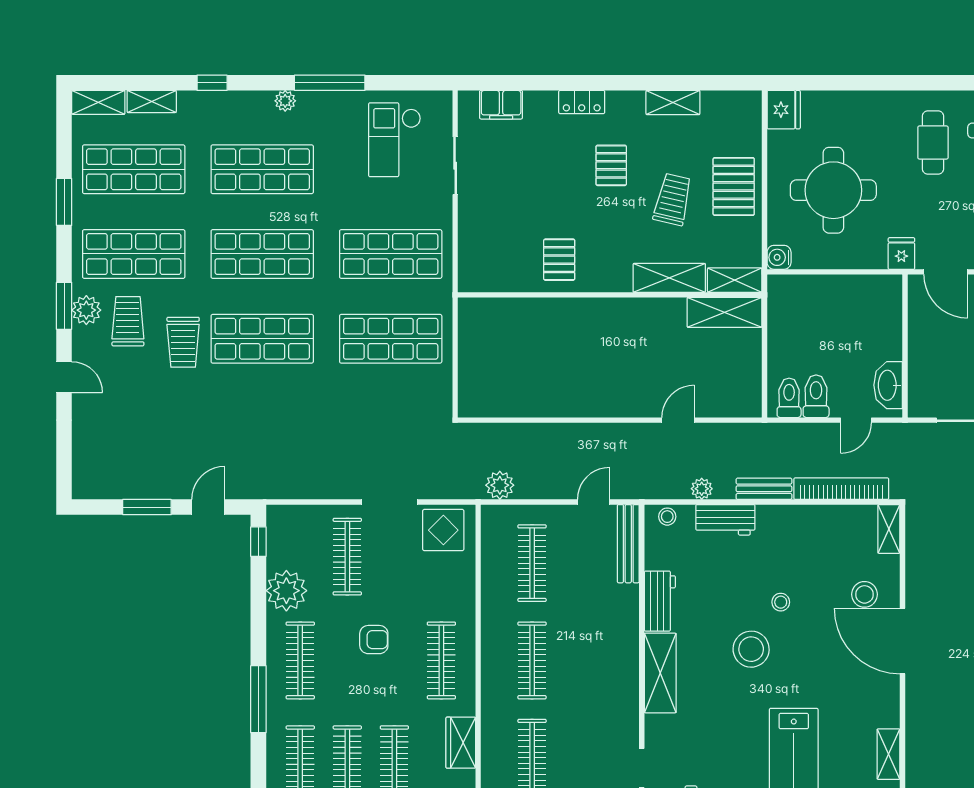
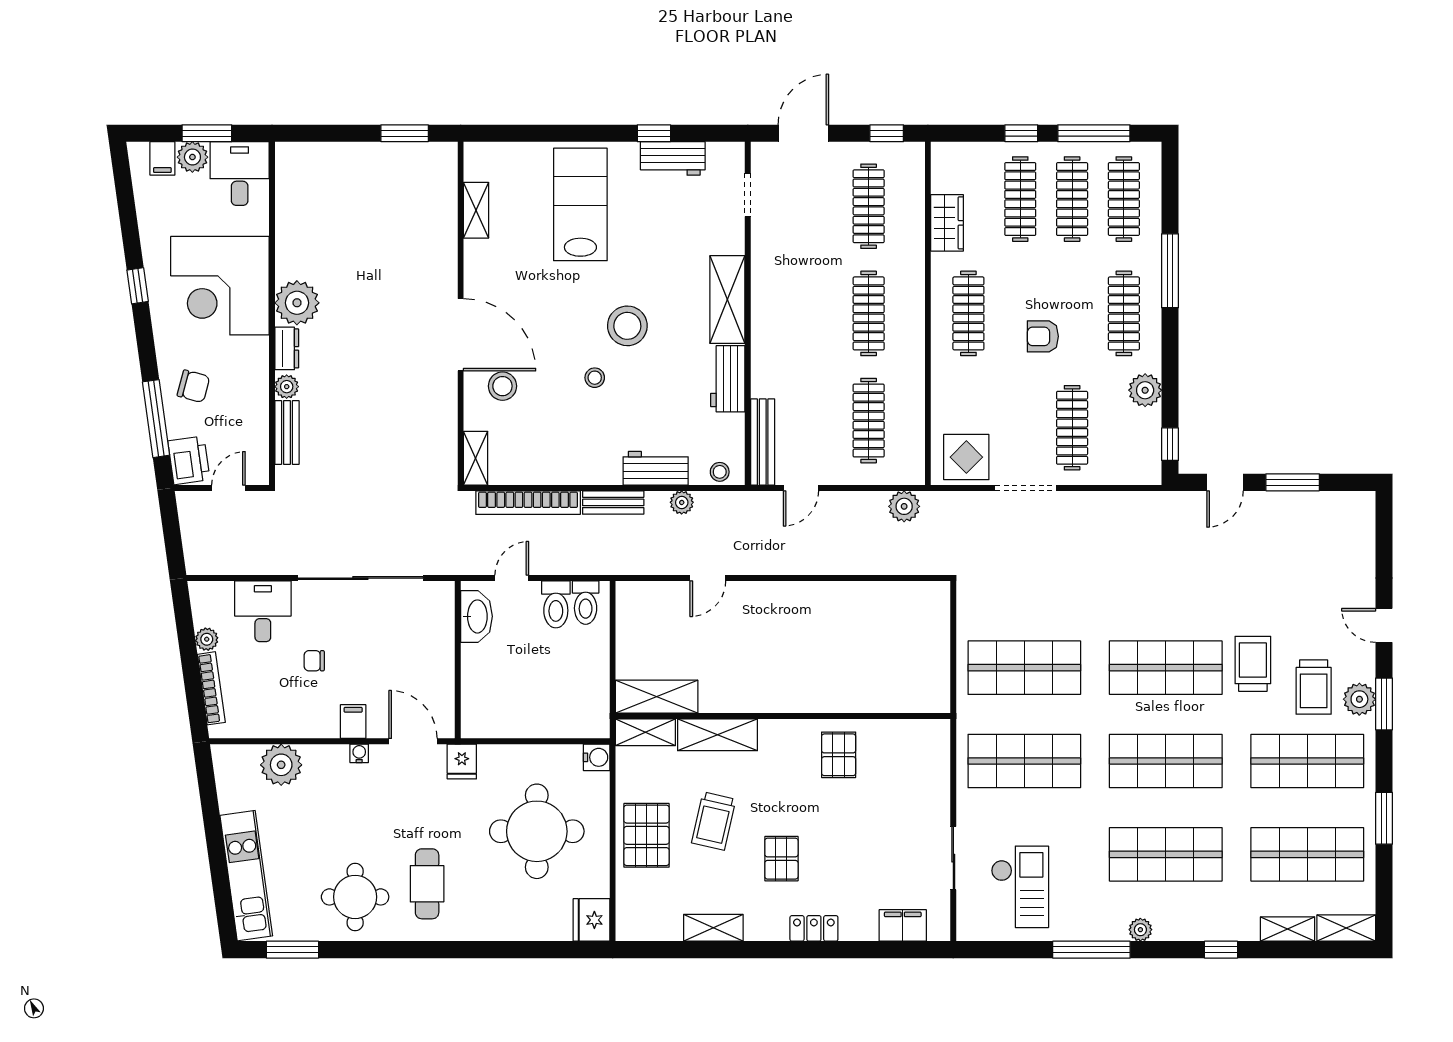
plant: (286, 591) -> (1145, 390), width x0.73, depth x0.73

